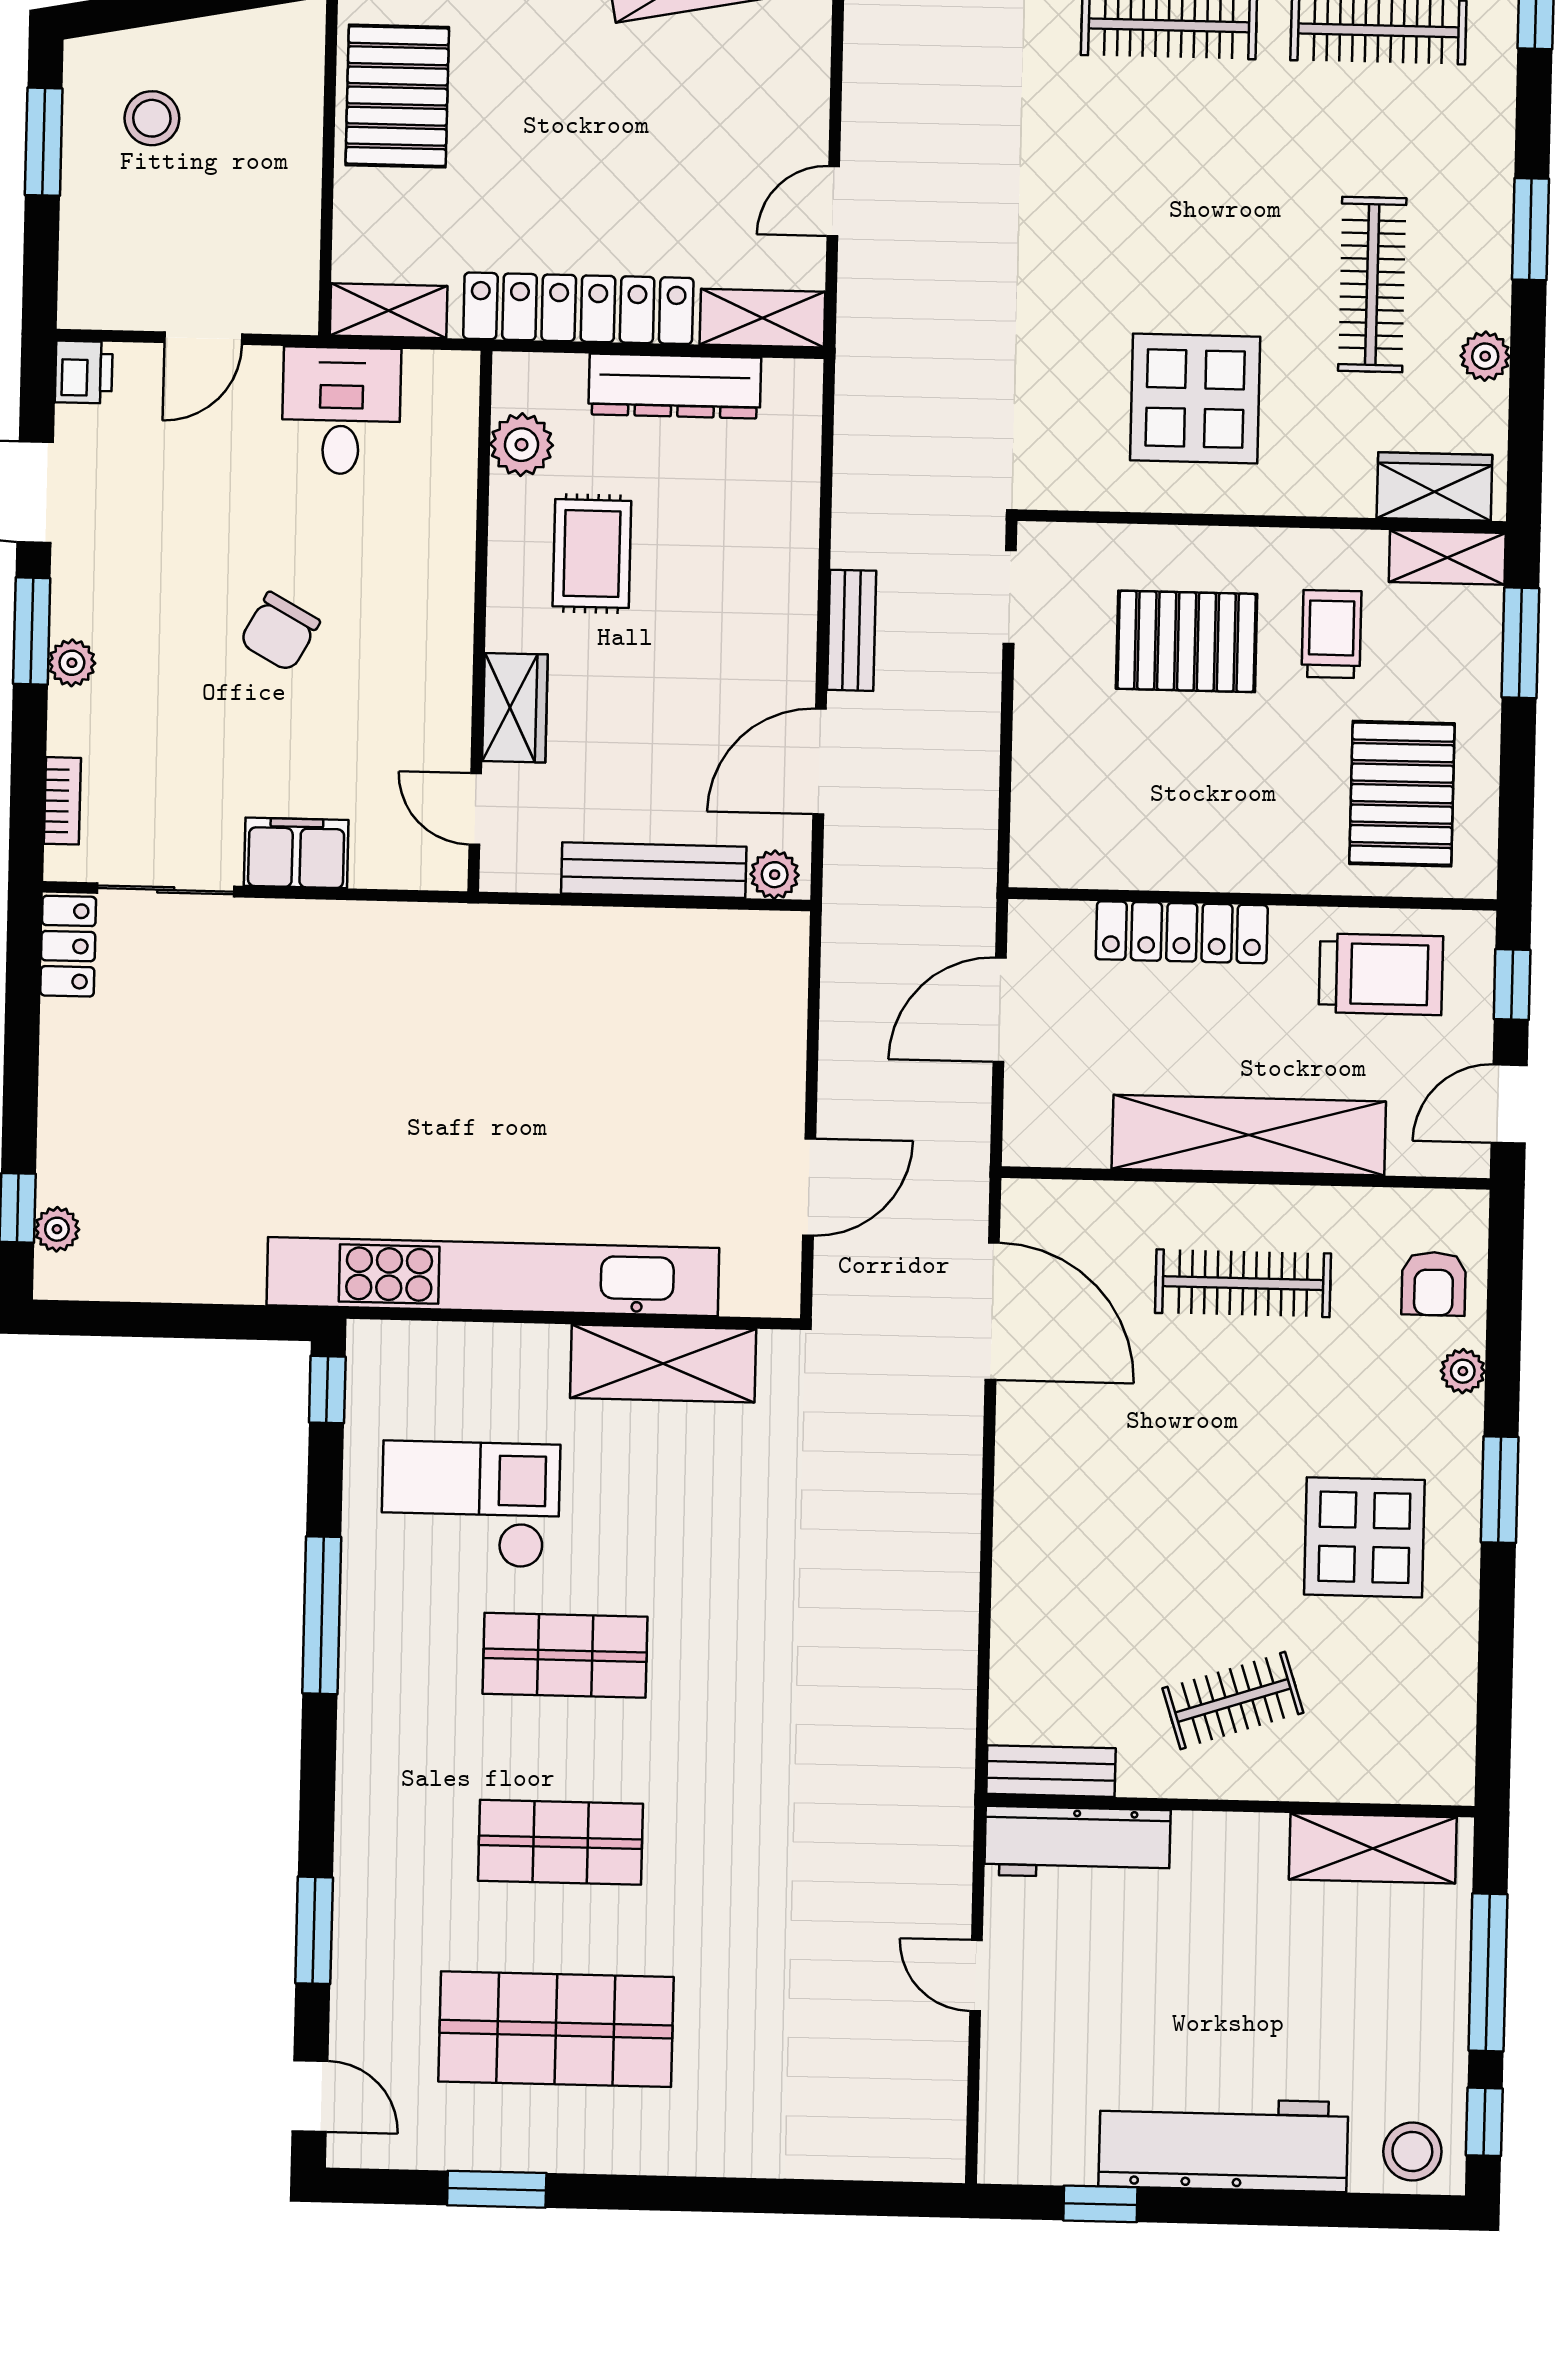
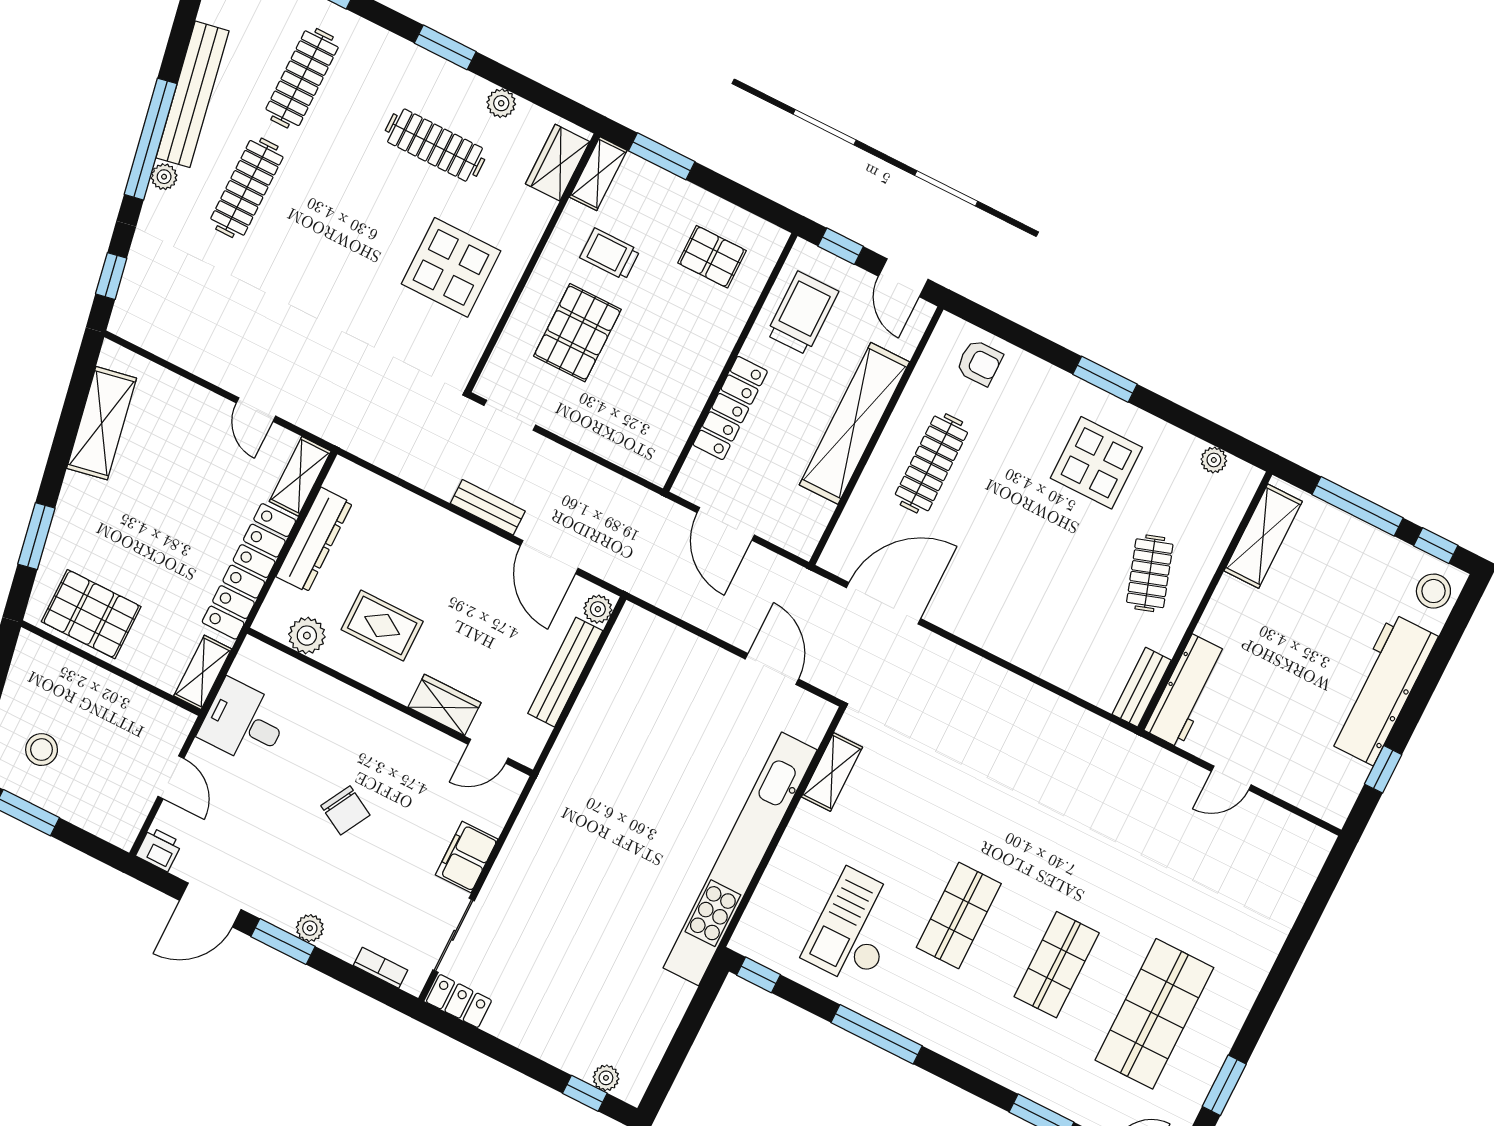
pallet: (1402, 794) -> (712, 257), width x0.67, depth x0.71
shelving: (663, 1363) -> (832, 772), width x0.67, depth x0.75
plant: (1463, 1371) -> (1214, 460), moved

